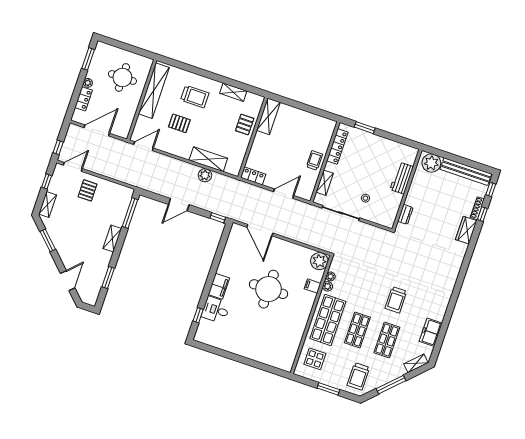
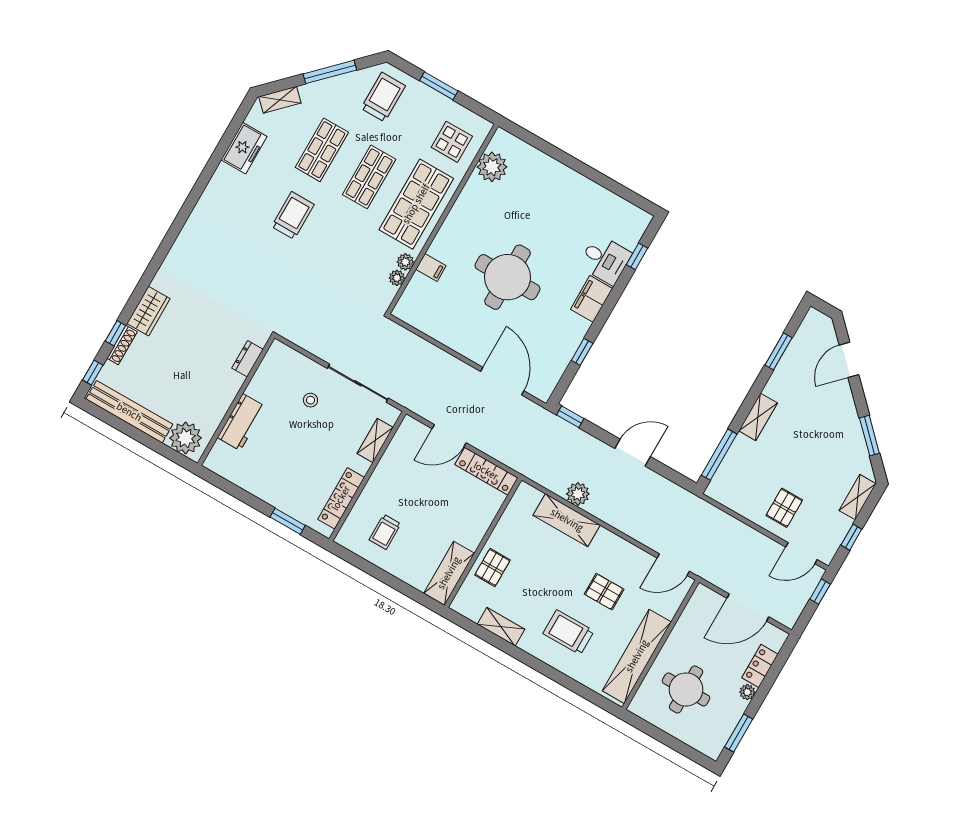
trolley: (314, 160) -> (385, 532), moved
locker: (253, 176) -> (486, 471), width x1.53
window: (218, 255) -> (582, 352), added
plant: (319, 261) -> (492, 167), moved

